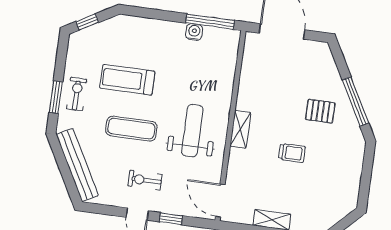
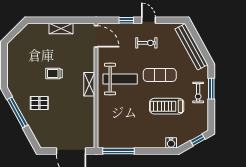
water cooler: (194, 32) -> (171, 143), moved
treadmill: (127, 80) -> (167, 106), turned 180
weight bench: (192, 131) -> (120, 79), turned -90

